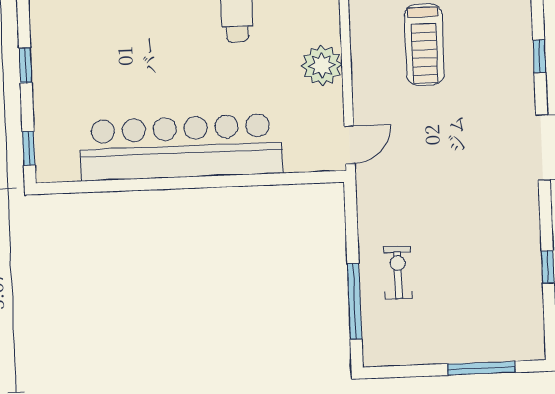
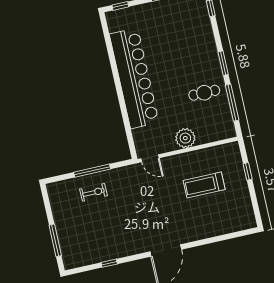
window: (539, 56) -> (209, 241), removed
window: (355, 301) -> (92, 171), moved

